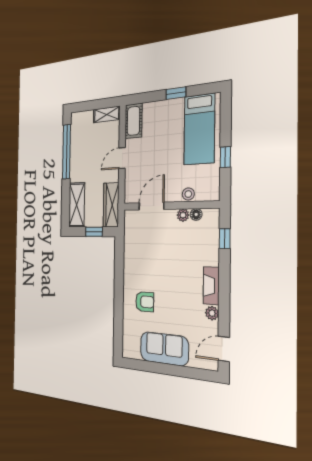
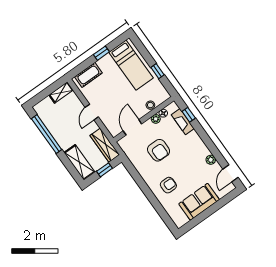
cot: (134, 121) -> (88, 75), moved, turned 90
armchair: (161, 254) -> (159, 150), added
fireplace: (211, 286) -> (183, 122), moved

